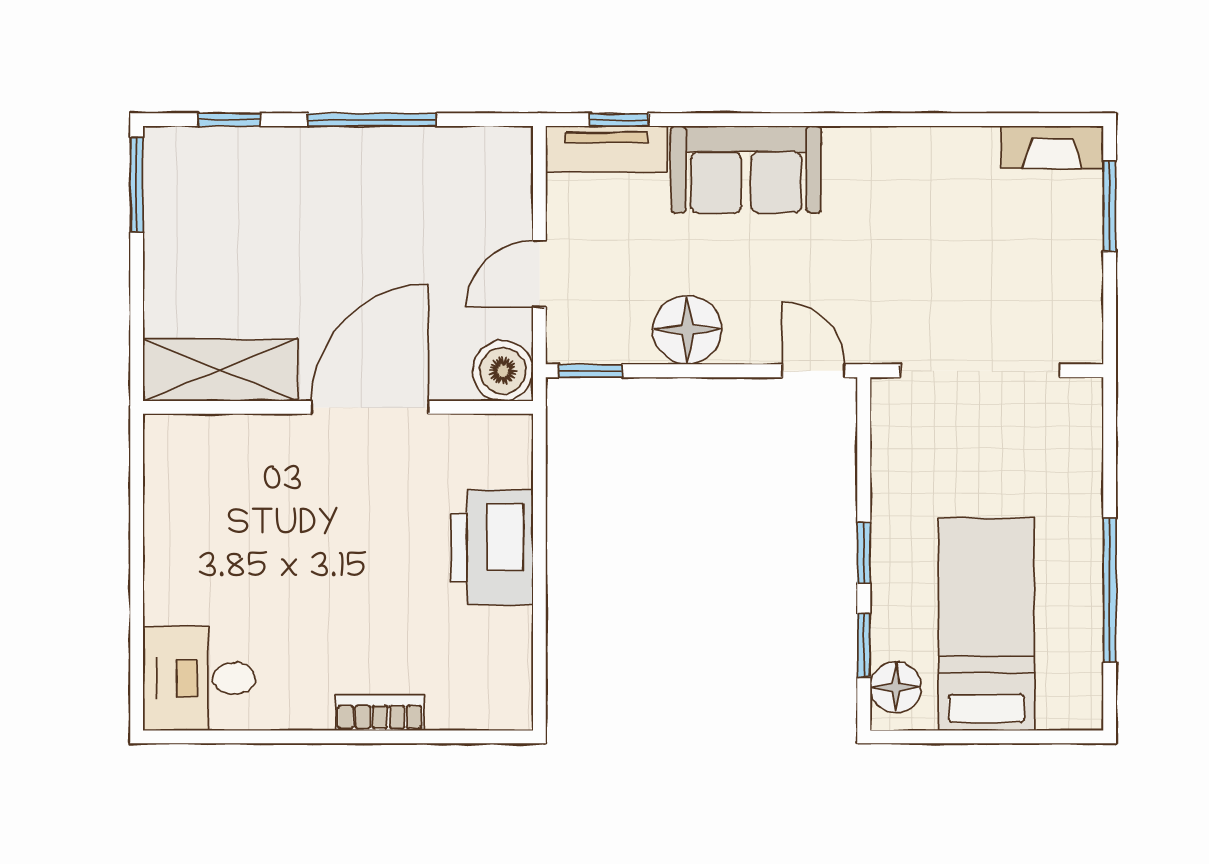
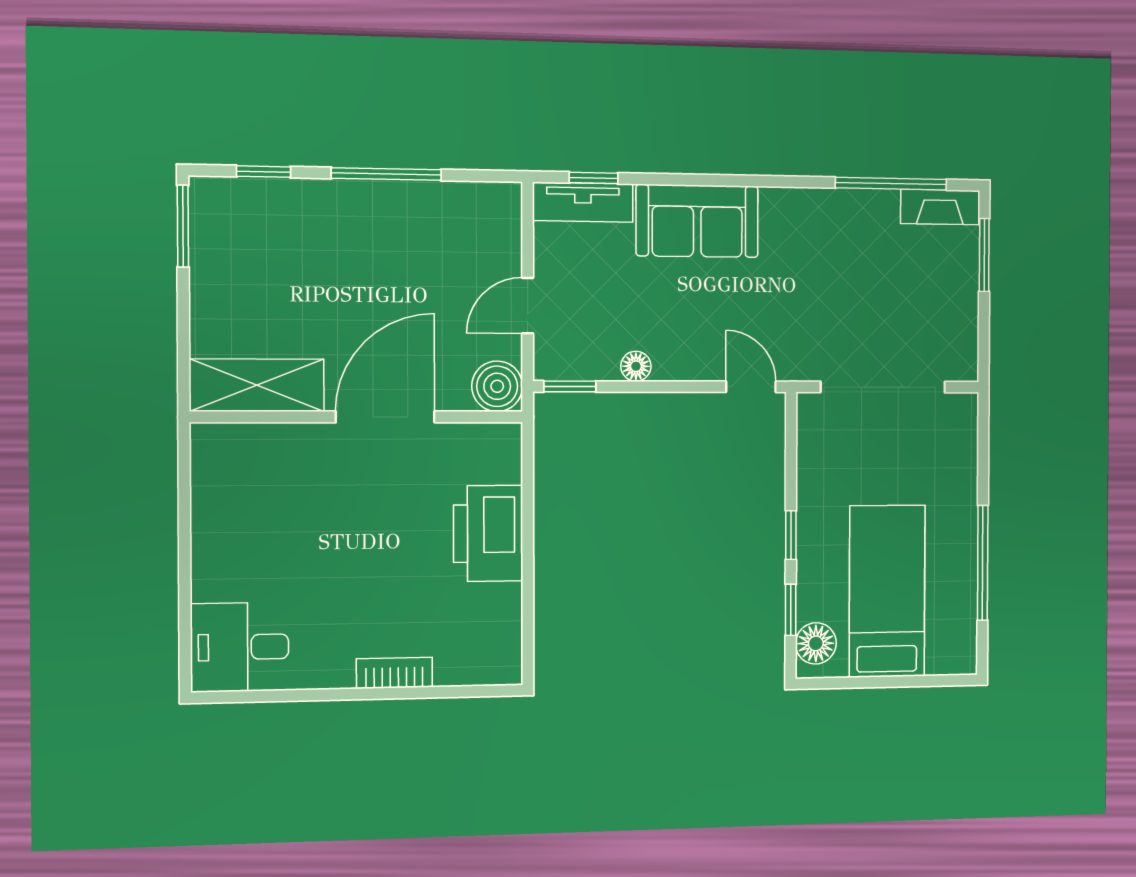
window: (989, 120) -> (891, 184), added
floor lamp: (687, 330) -> (636, 366), width x0.53, depth x0.53

